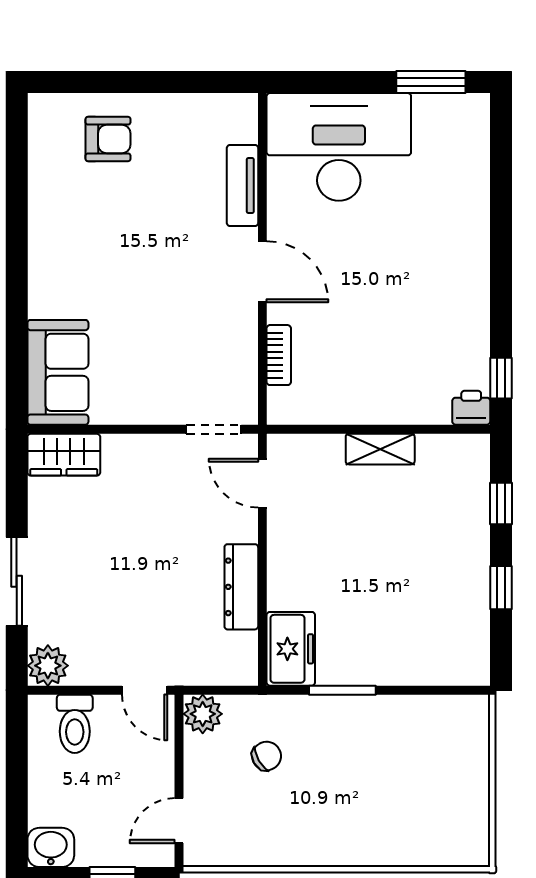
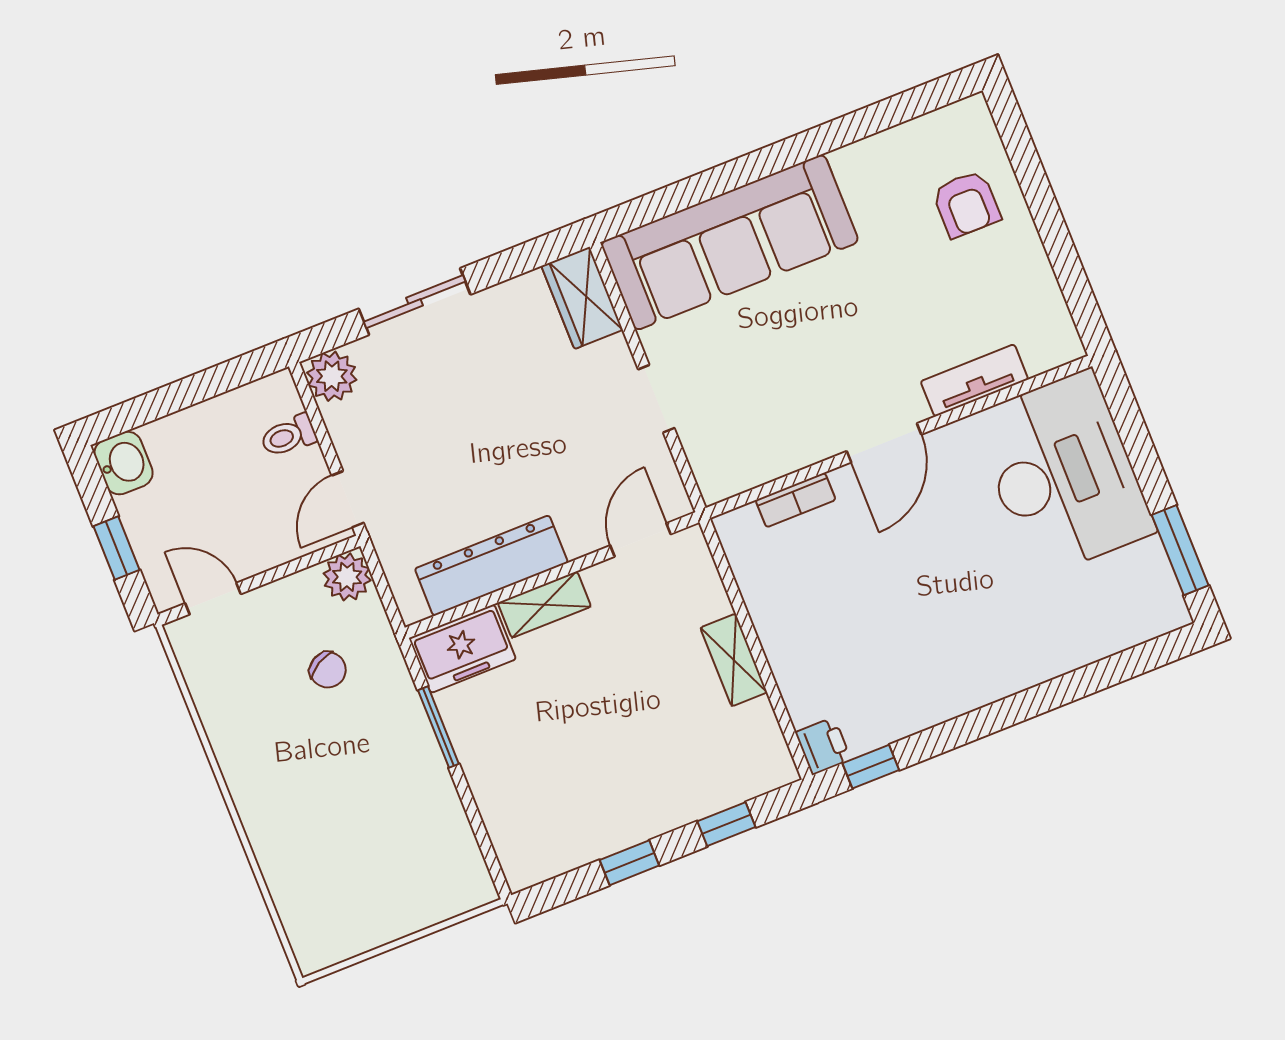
sofa: (58, 372) -> (730, 242), width x1.85, depth x1.27
doorway: (214, 429) -> (656, 399), moved
shelving: (282, 574) -> (544, 605), added
dresser: (241, 587) -> (491, 566), width x1.37, depth x1.24
toilet: (75, 724) -> (289, 436), width x0.73, depth x0.72

